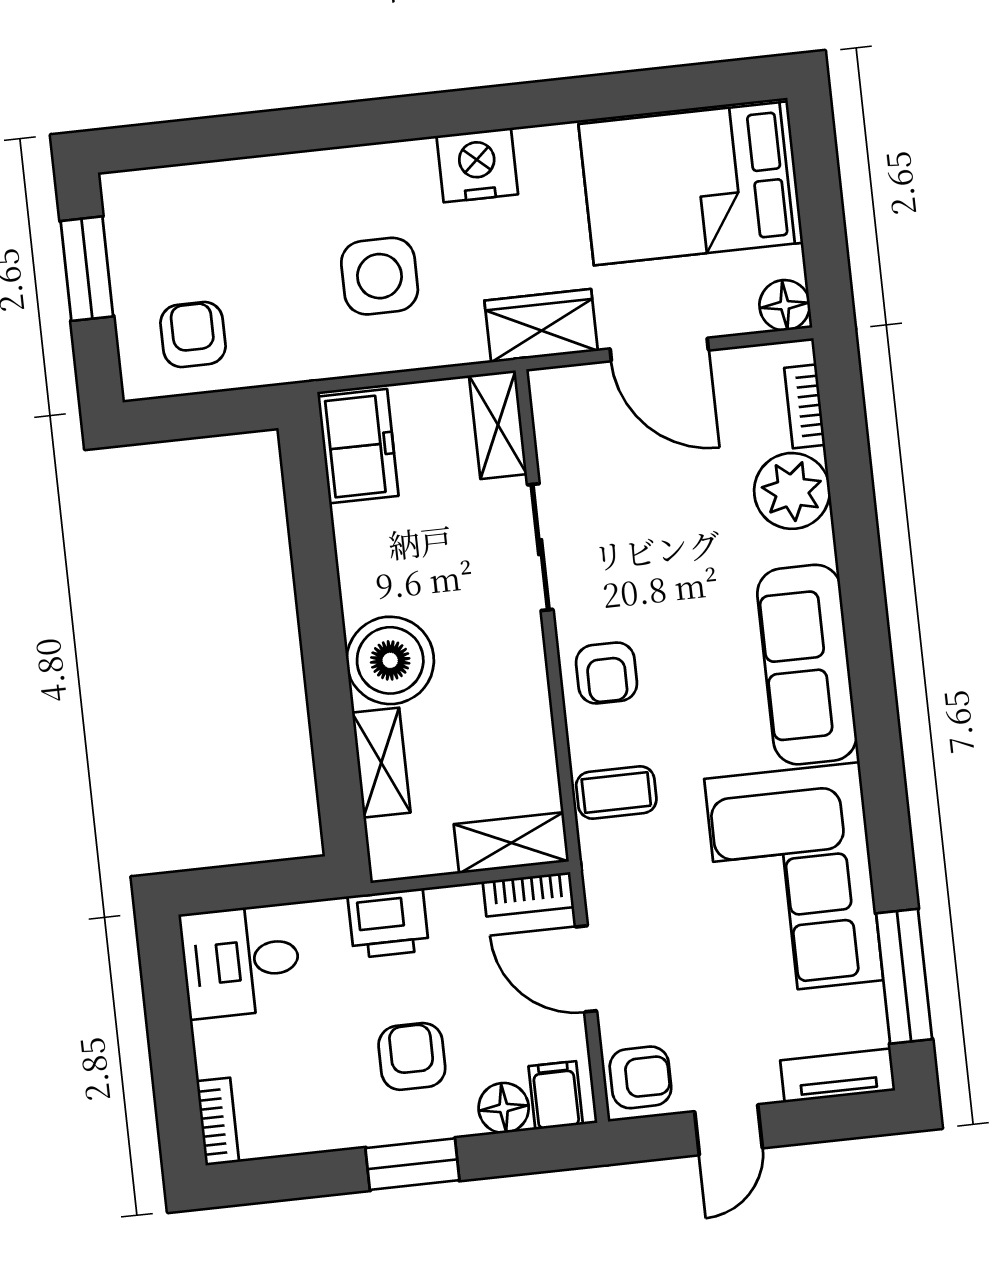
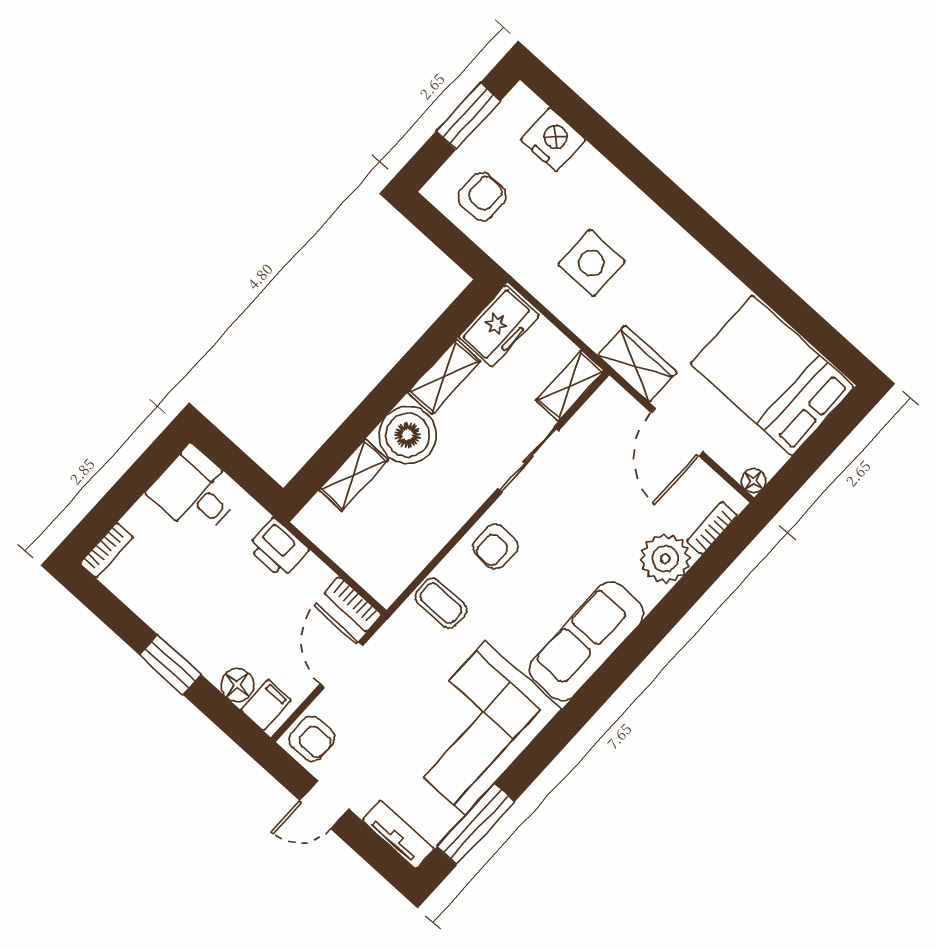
nightstand: (477, 165) -> (553, 140), moved
floor lamp: (785, 305) -> (753, 481), width x0.73, depth x0.73
shelving: (511, 843) -> (444, 377), moved, turned 90
armchair: (412, 1056) -> (223, 618), removed

